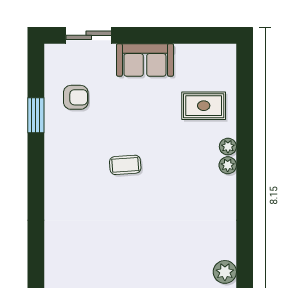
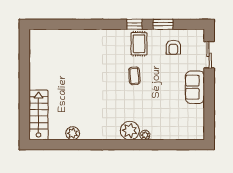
rug: (204, 106) -> (139, 44), moved
window: (36, 165) -> (134, 24), added
plant: (228, 165) -> (130, 131), width x1.88, depth x1.88

